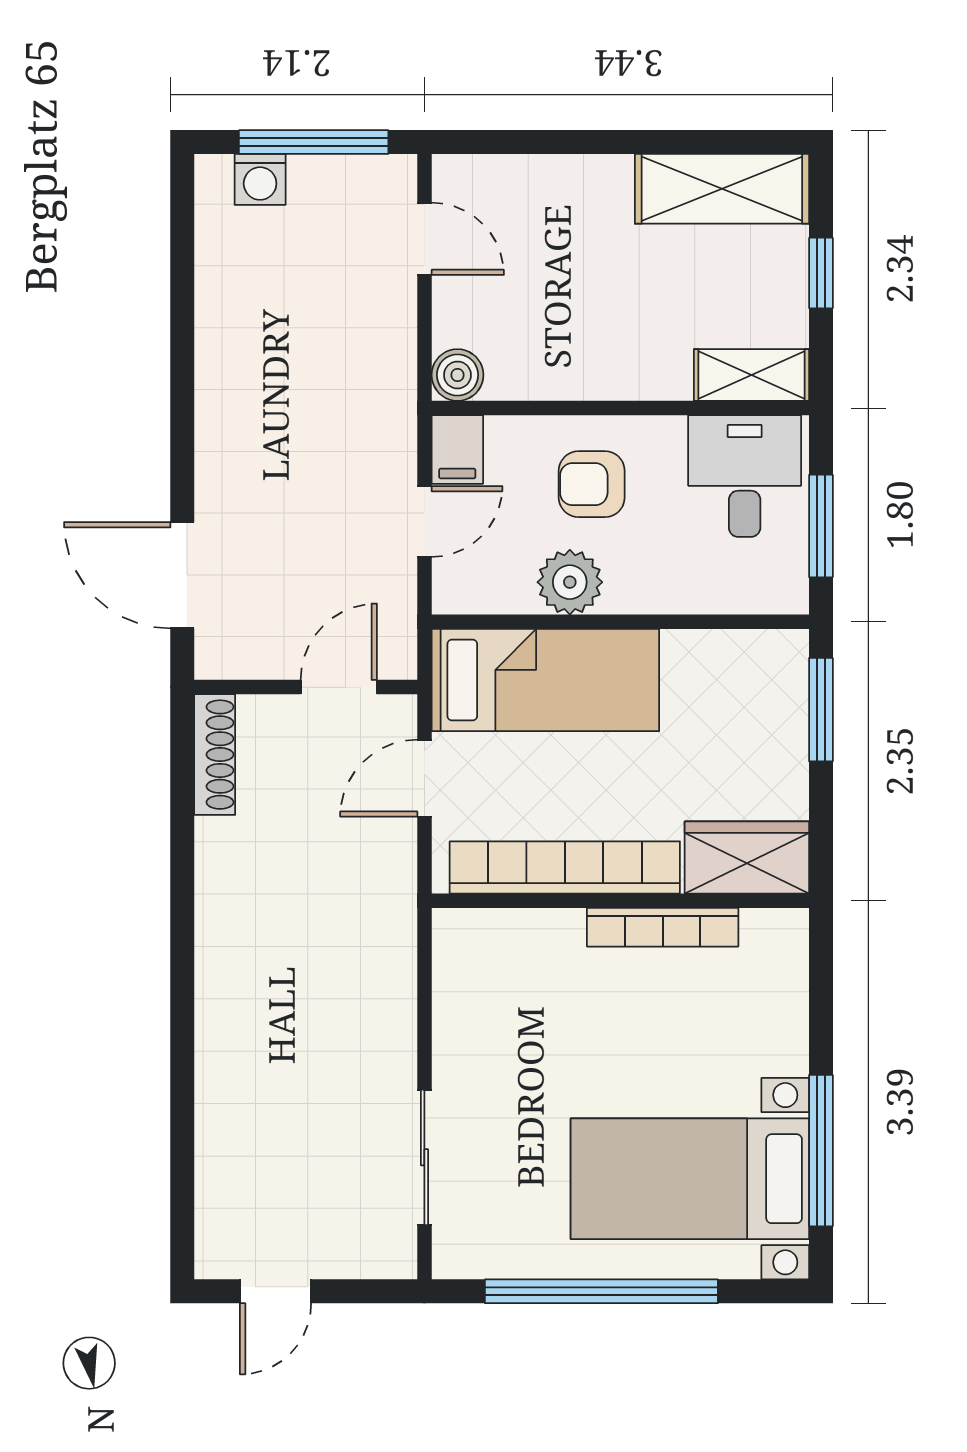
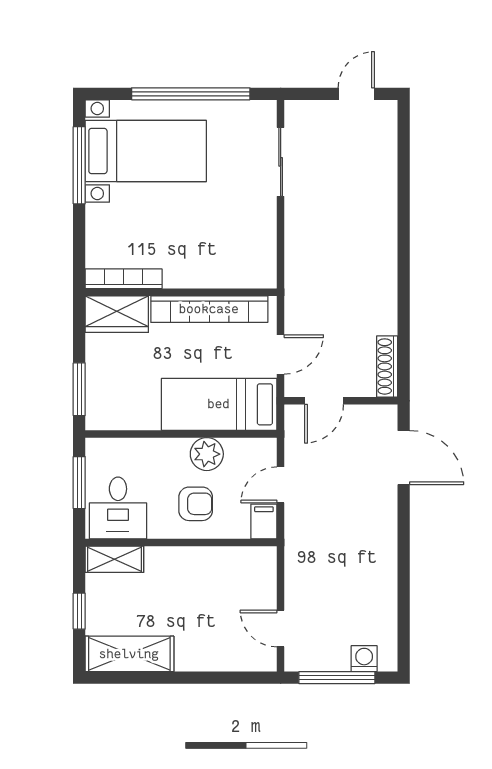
boiler: (457, 375) -> (264, 559), removed
bookcase: (663, 927) -> (124, 279), moved

